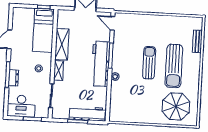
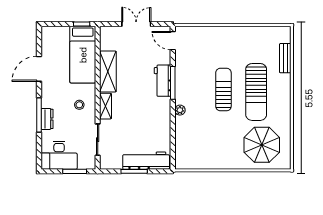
workbench: (100, 64) -> (163, 81), width x0.53, depth x0.76

